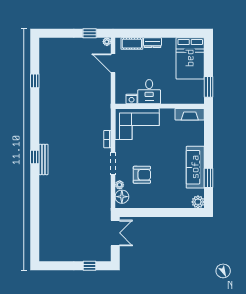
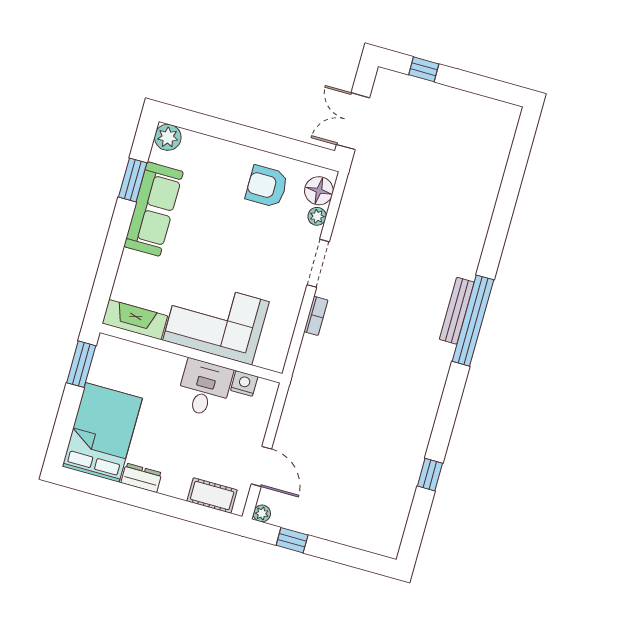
dresser: (152, 43) -> (141, 478), moved
corner sofa: (137, 124) -> (216, 321), moved
window: (35, 157) -> (473, 321), width x3.17
armchair: (142, 175) -> (267, 186), moved

